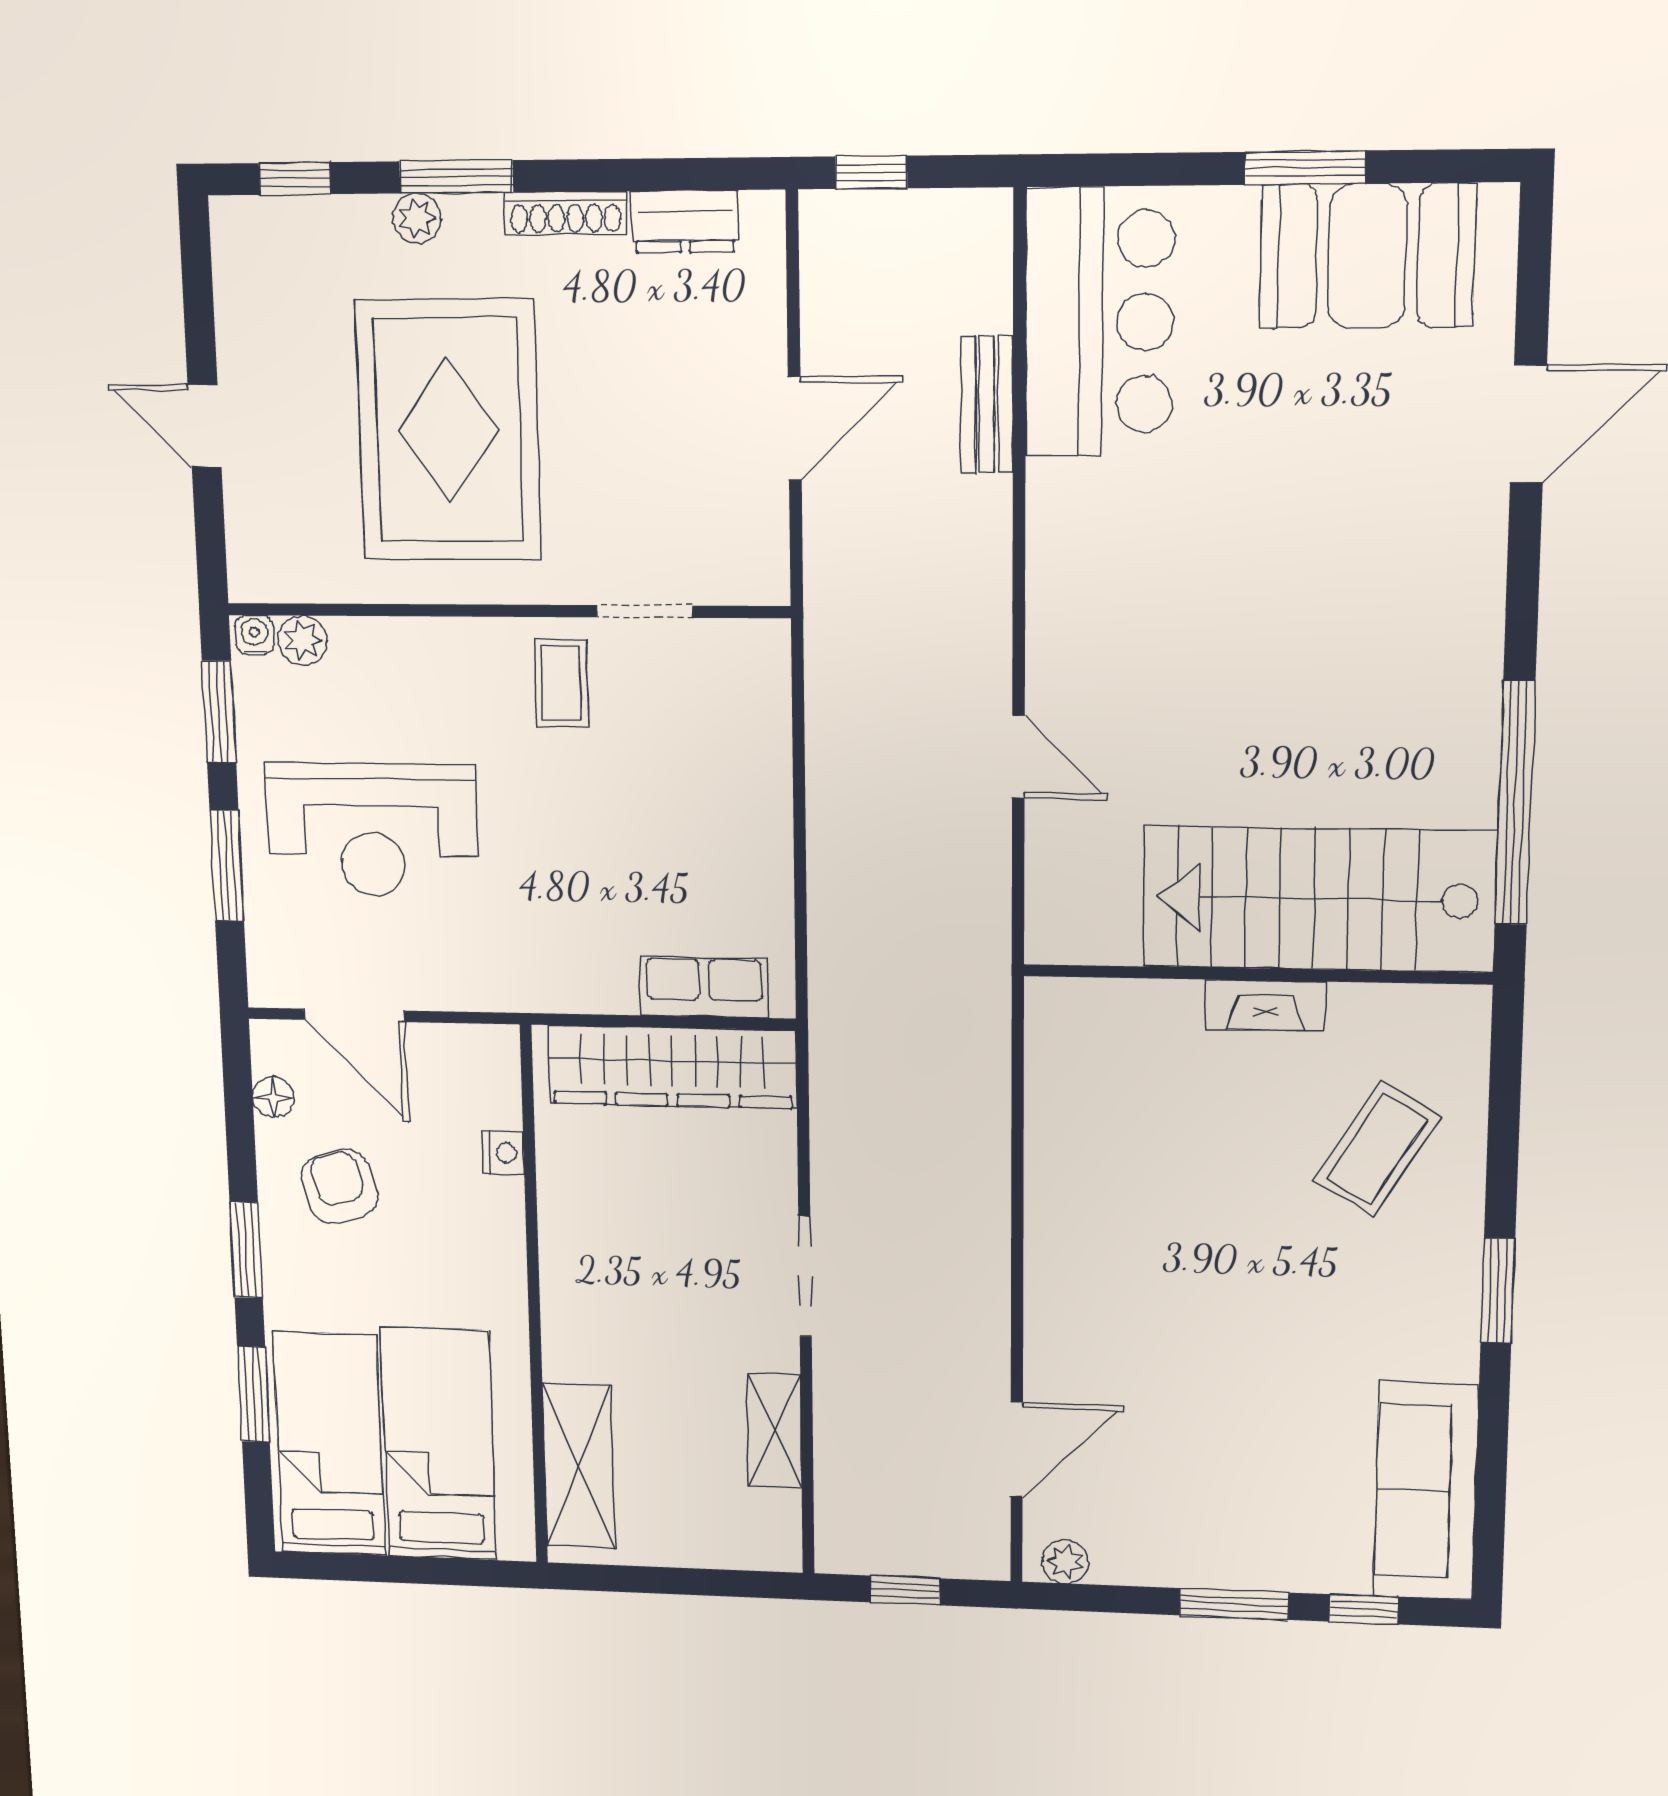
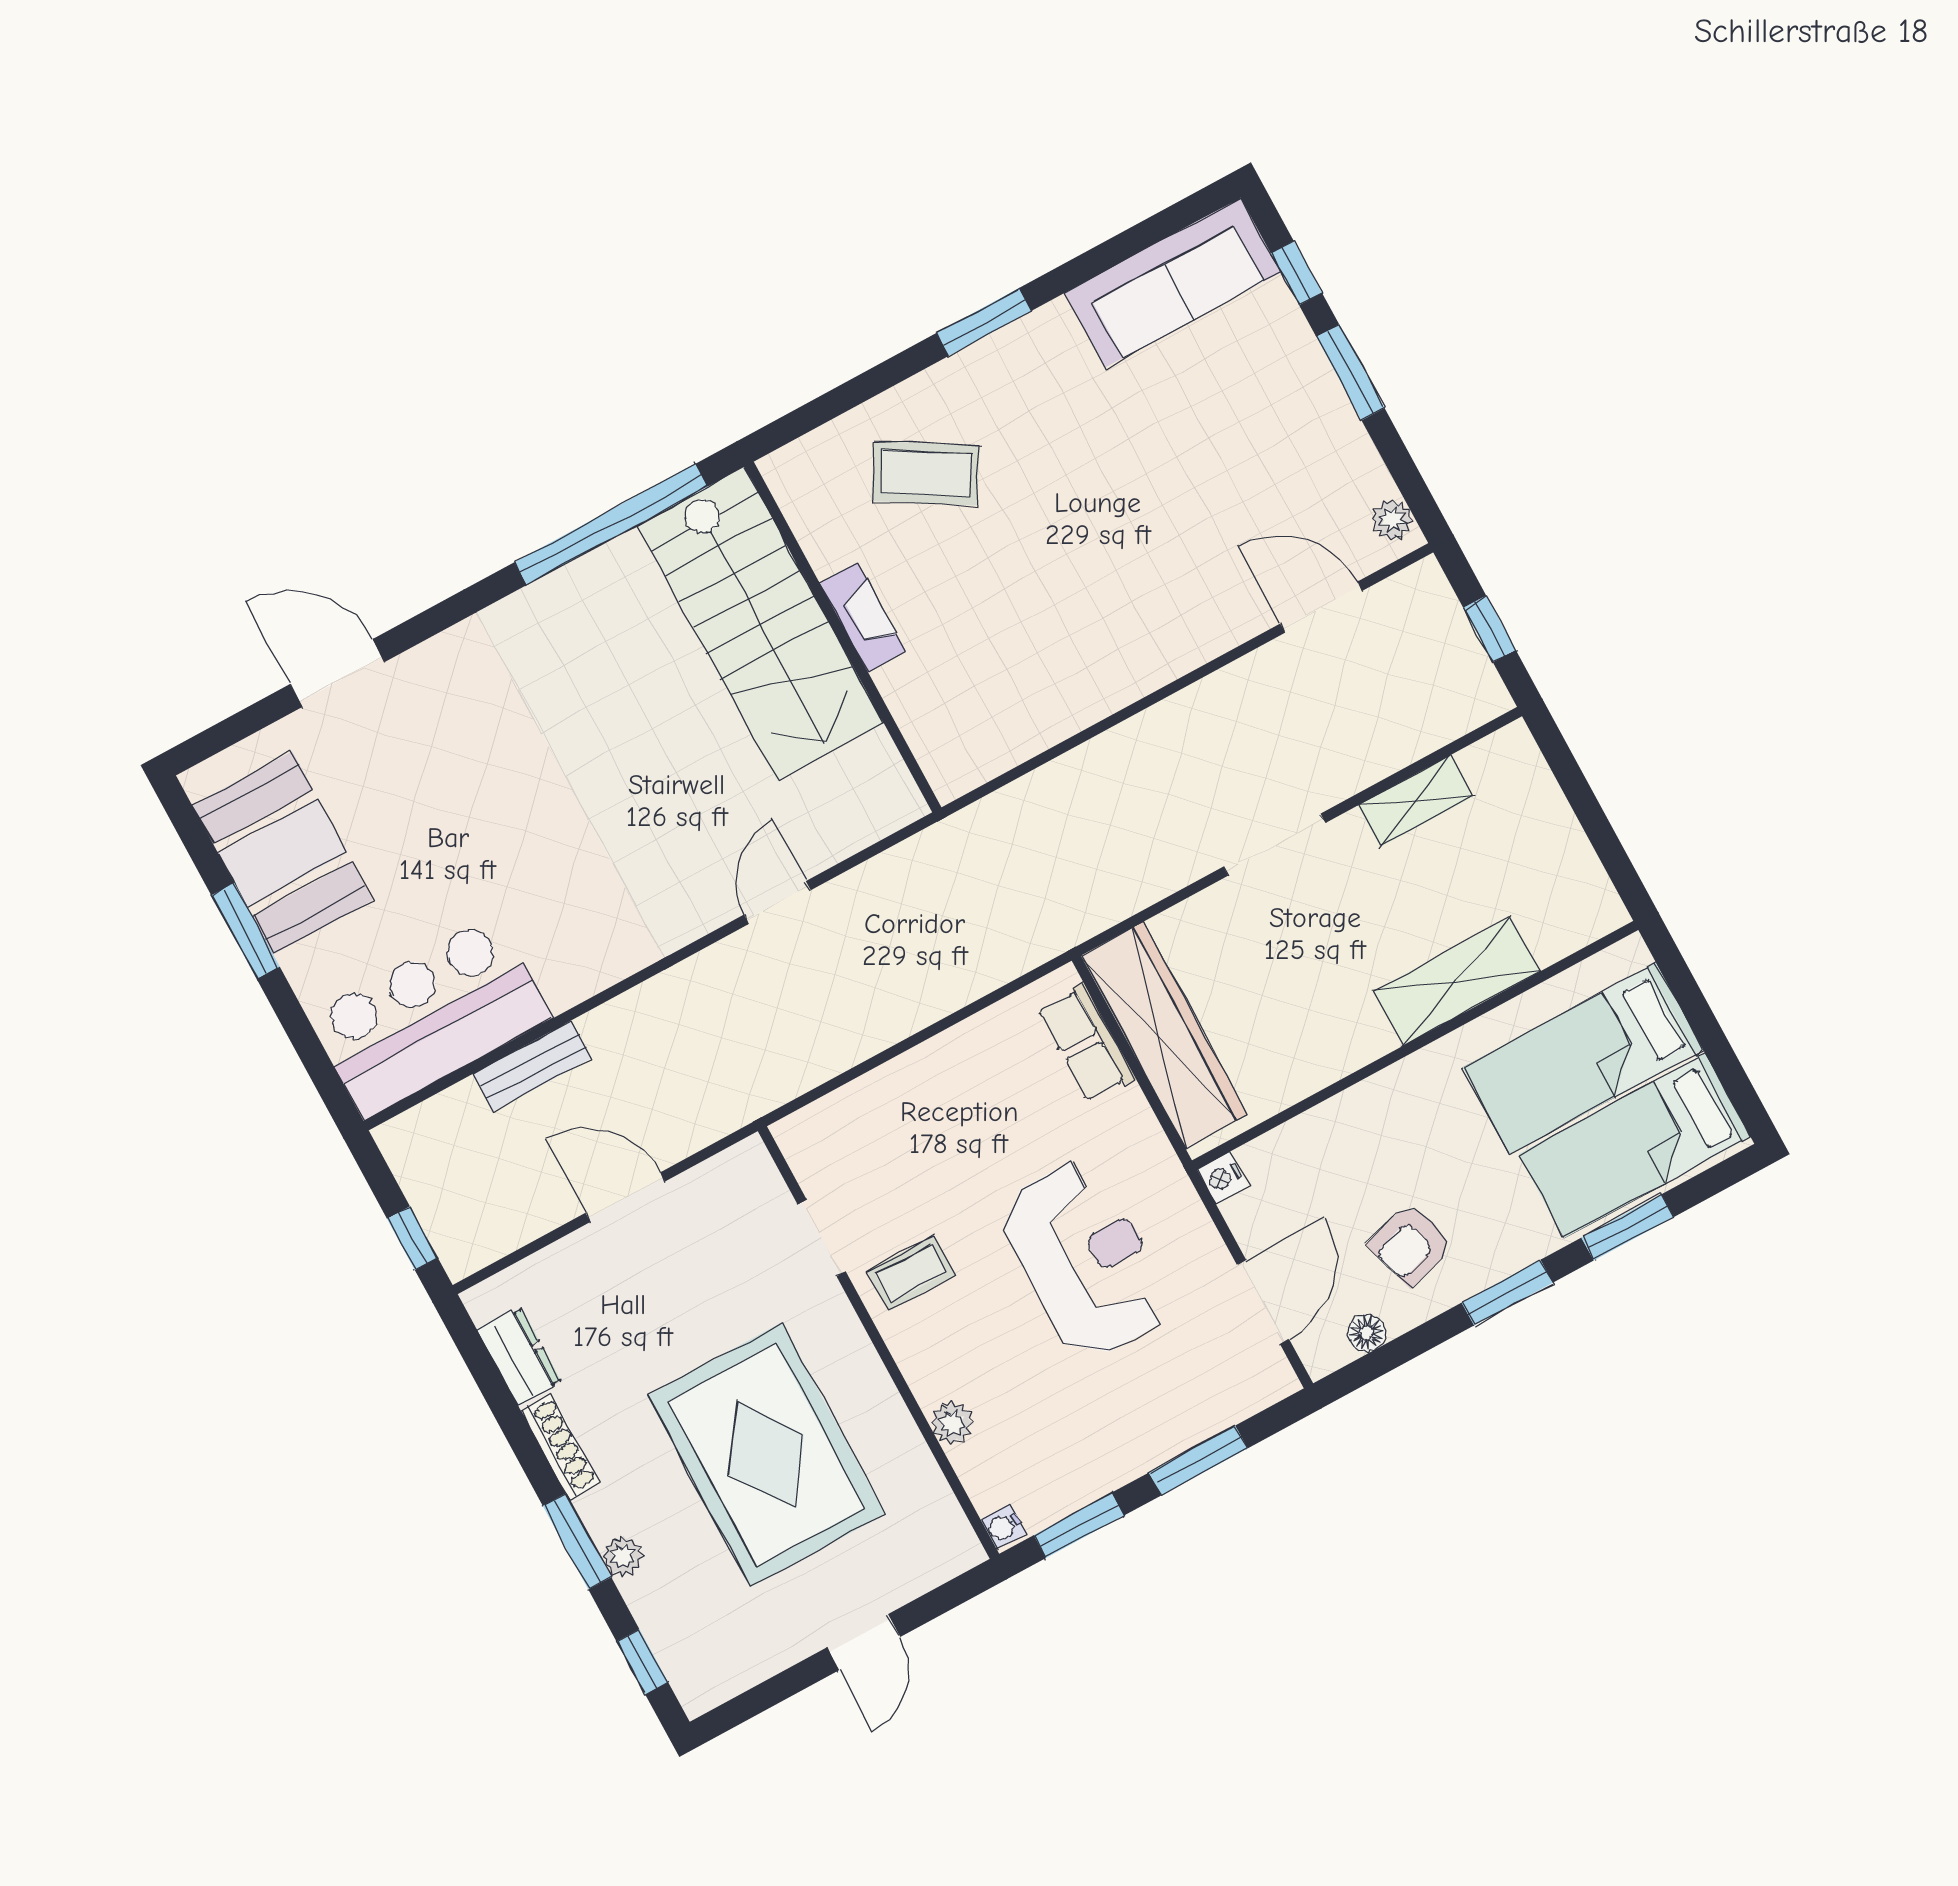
rug: (449, 430) -> (766, 1455), turned 90
plant: (303, 640) -> (952, 1423), moved
reception desk: (372, 830) -> (1085, 1259), moved
nightstand: (503, 1153) -> (1222, 1178), moved, turned -90
shelving: (579, 1466) -> (1457, 981), moved

